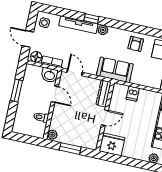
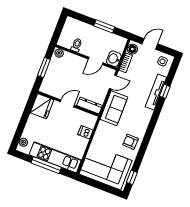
window: (91, 19) -> (165, 91), moved
plant: (103, 30) -> (148, 114), removed
sofa: (115, 70) -> (114, 108), moved
door: (105, 118) -> (67, 103), swing flipped

